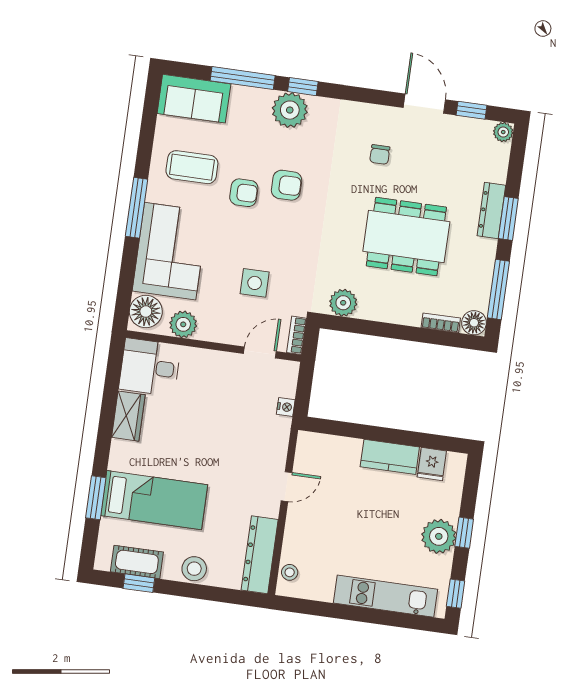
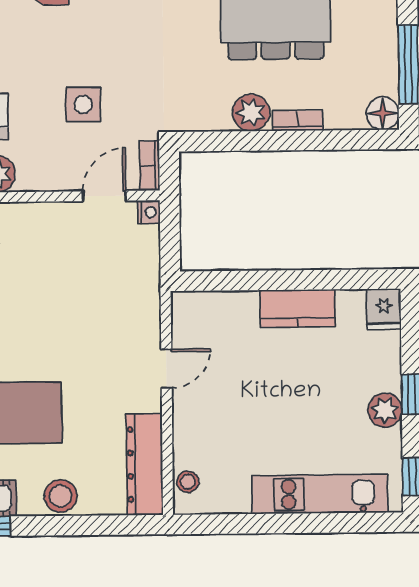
plant: (343, 303) -> (251, 113), moved
bookcase: (441, 323) -> (298, 121), moved
nightstand: (286, 407) -> (149, 212), moved
fridge: (432, 464) -> (384, 309), moved
plant: (439, 536) -> (385, 410), width x0.73, depth x0.73

